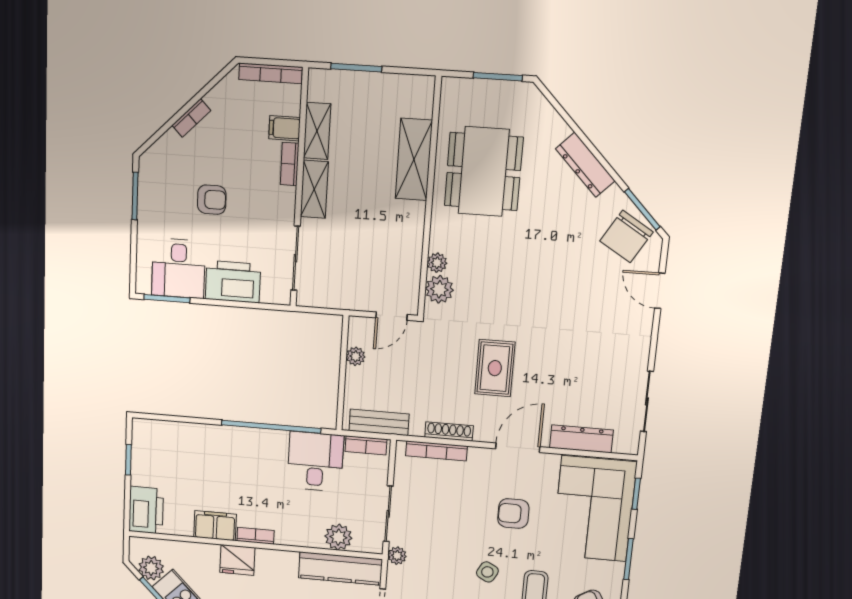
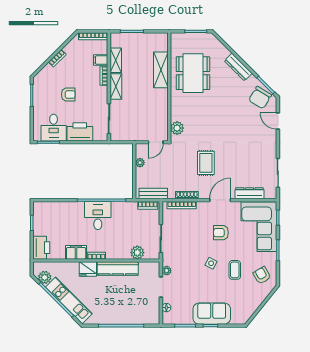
plant: (437, 263) -> (175, 116), removed
desk: (315, 461) -> (98, 215), moved
plant: (397, 556) -> (167, 271), moved
kitchen counter: (340, 569) -> (118, 268), moved

